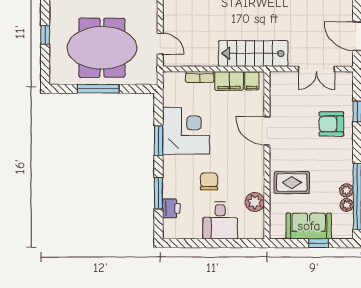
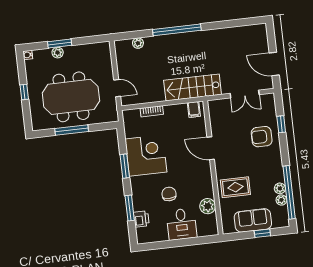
filing cabinet: (229, 81) -> (176, 112), removed

